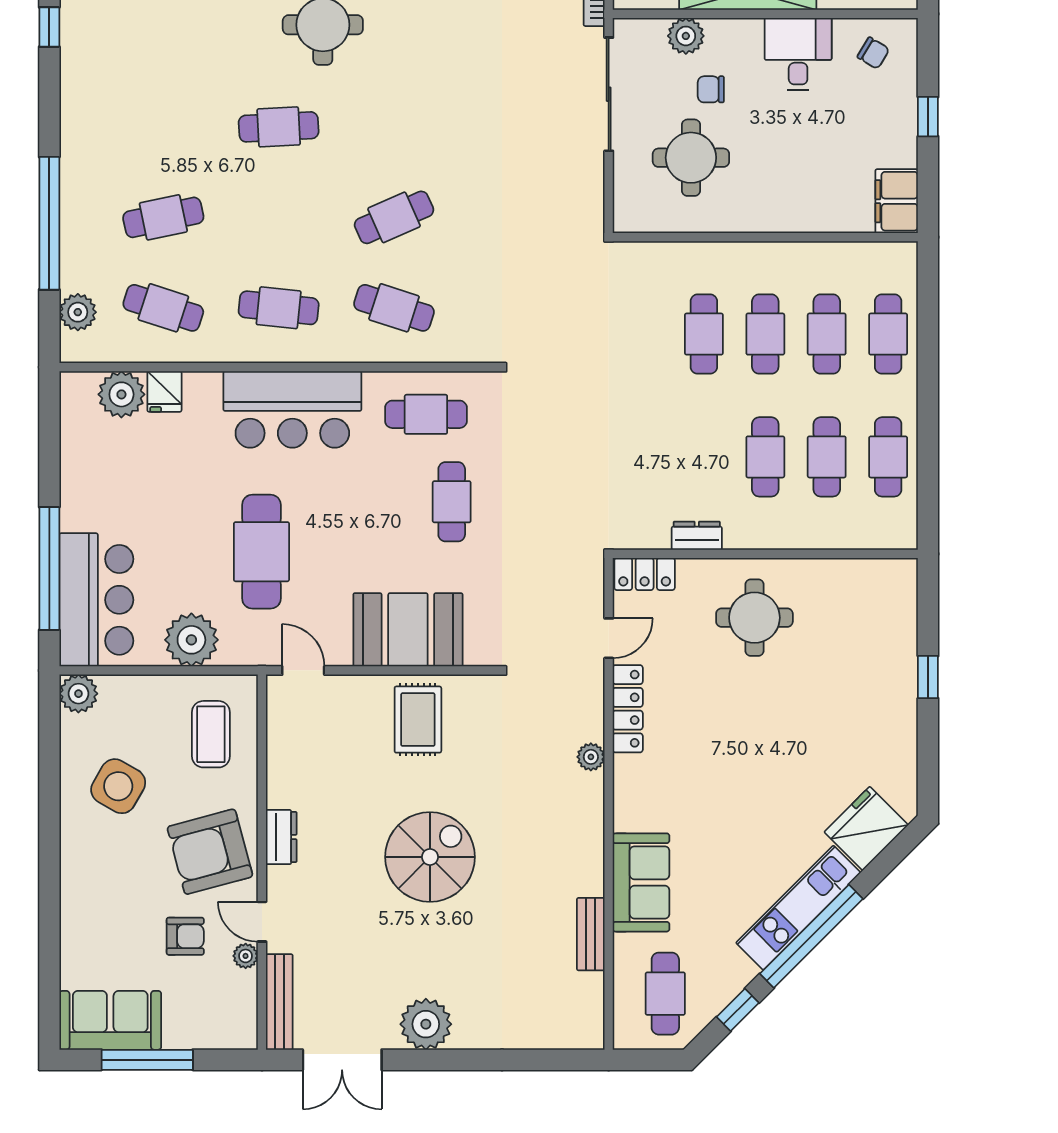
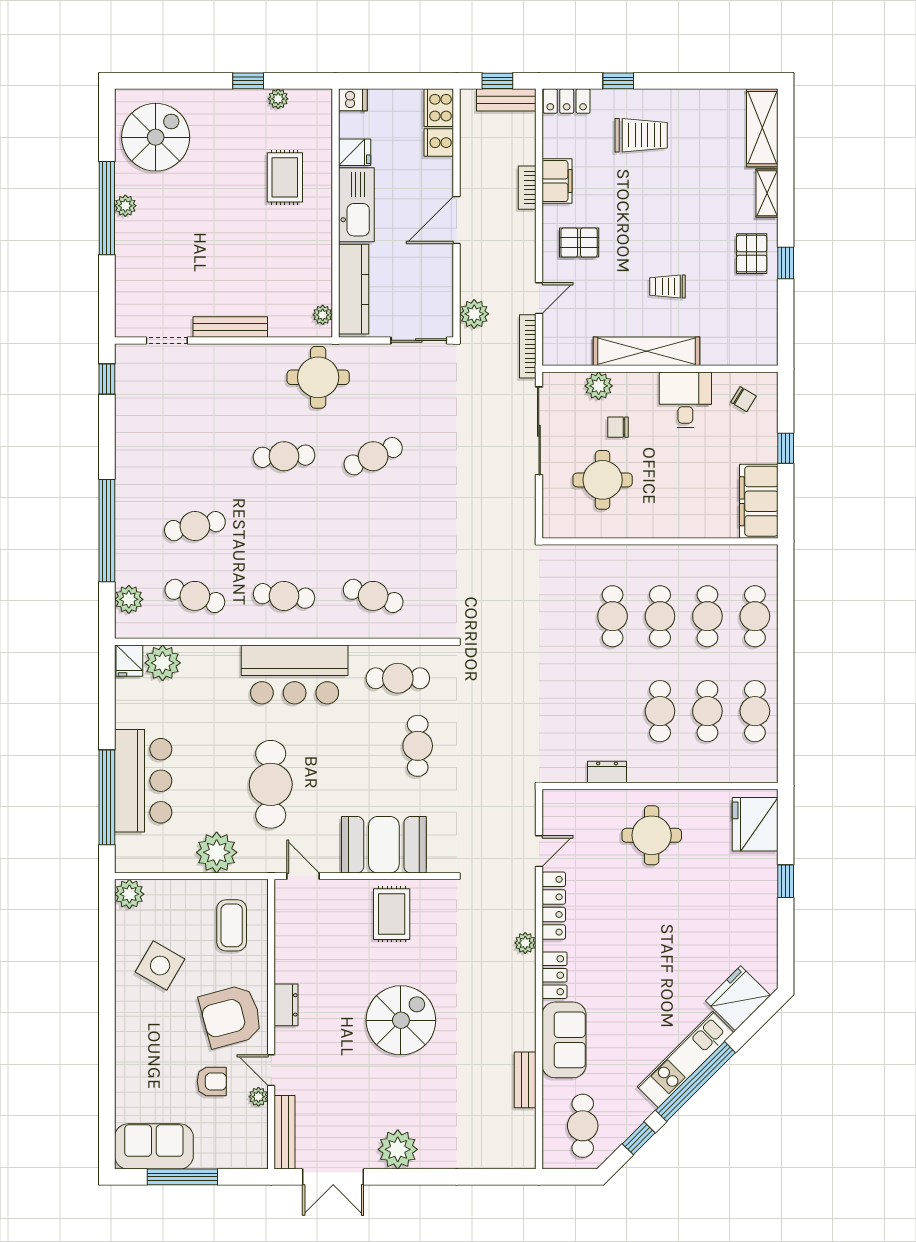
filing cabinet: (897, 201) -> (759, 501), width x1.50, depth x1.17
cafe table: (394, 217) -> (373, 456), moved
fridge: (164, 391) -> (129, 661), moved
locker: (645, 574) -> (555, 975), moved, turned -90
bar counter: (96, 600) -> (143, 781), moved
fridge: (888, 603) -> (755, 824), added

